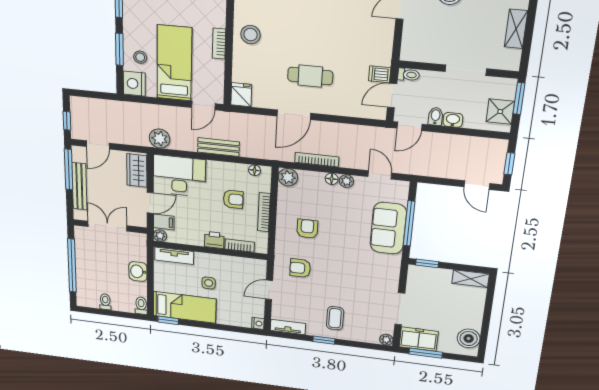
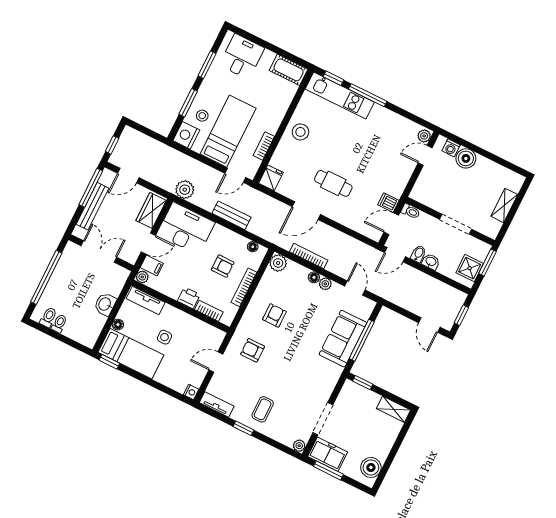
bookcase: (219, 44) -> (264, 146), moved
floor lamp: (159, 286) -> (118, 325), added
toilet: (141, 306) -> (48, 317), moved

